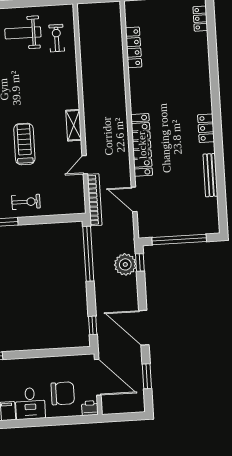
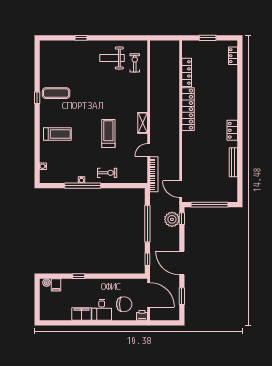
locker: (142, 145) -> (188, 109), moved
door: (134, 199) -> (181, 189), moved
window: (88, 254) -> (147, 224), moved

